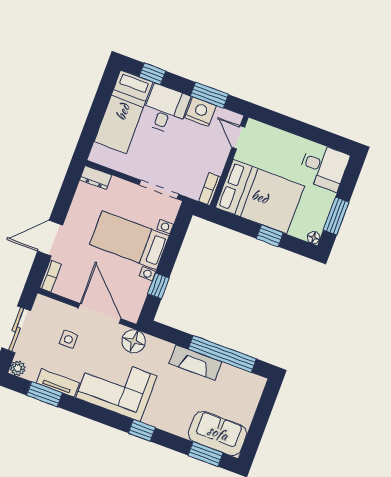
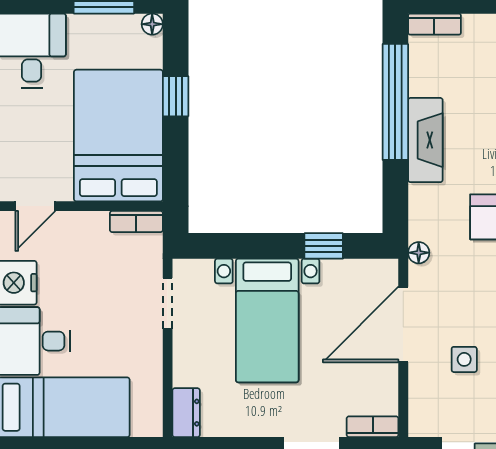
doorway: (159, 190) -> (168, 303), width x0.73
floor lamp: (134, 341) -> (419, 253), width x0.53, depth x0.53
bookcase: (257, 391) -> (434, 24), added

